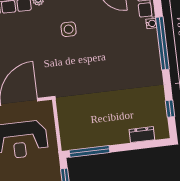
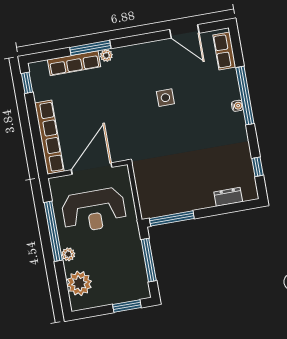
water cooler: (151, 23) -> (237, 106), moved
side table: (69, 29) -> (165, 98), moved

